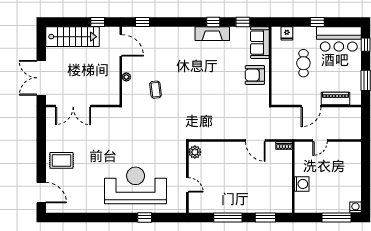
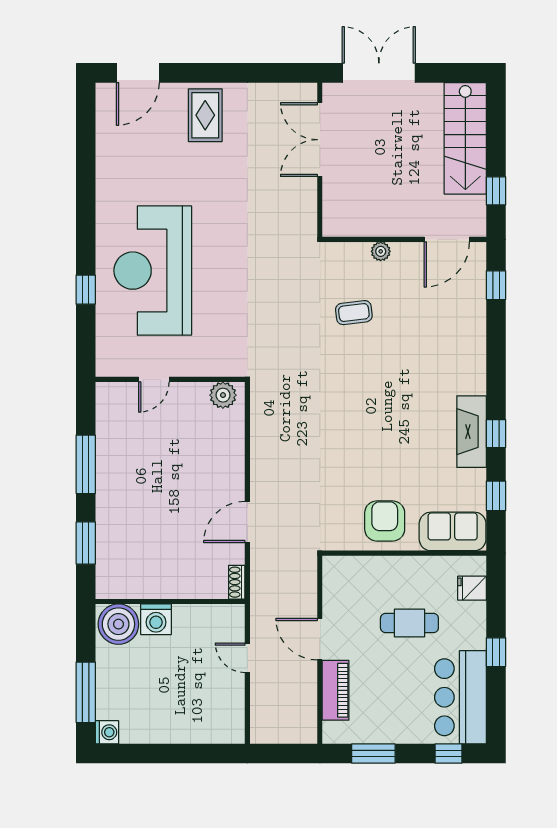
reception desk: (136, 185) -> (153, 271), turned 180
boiler: (304, 202) -> (118, 624), added

